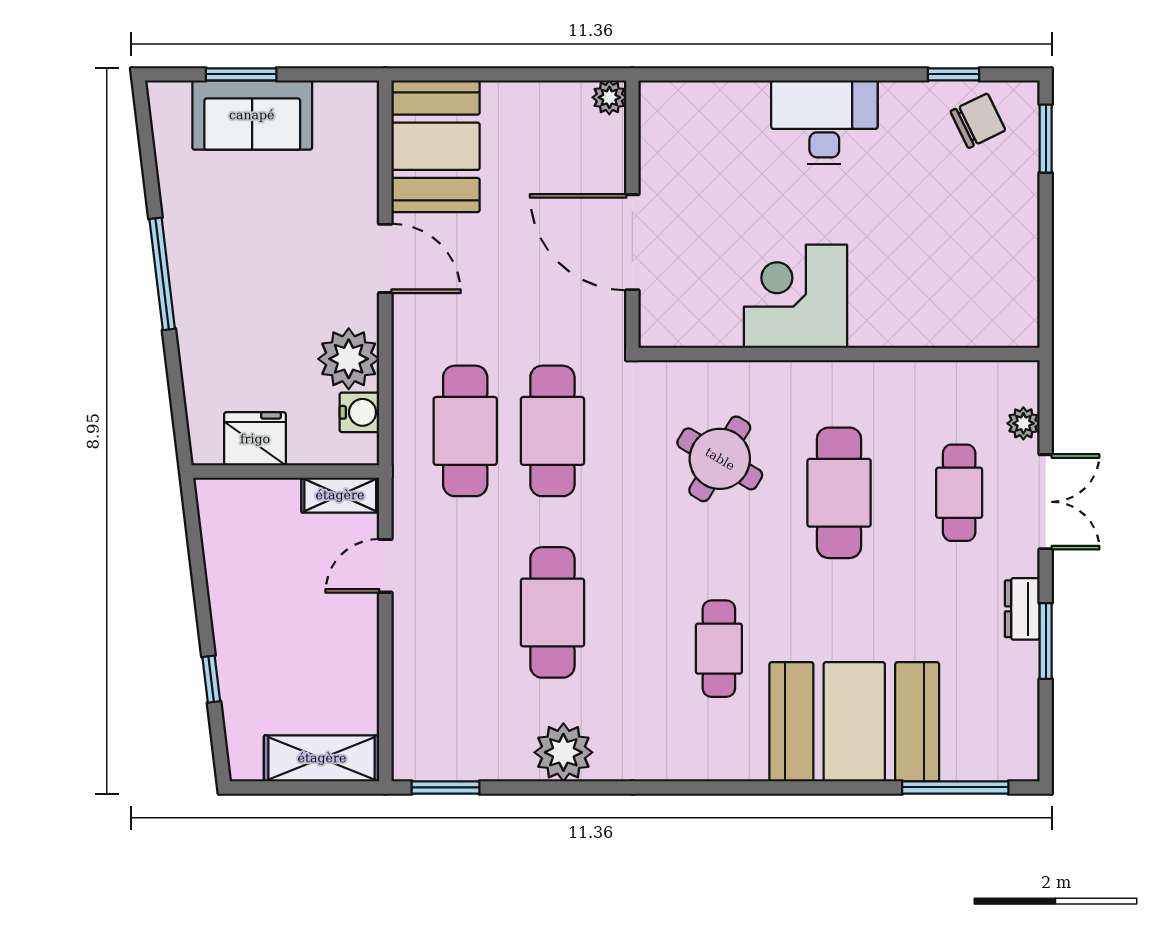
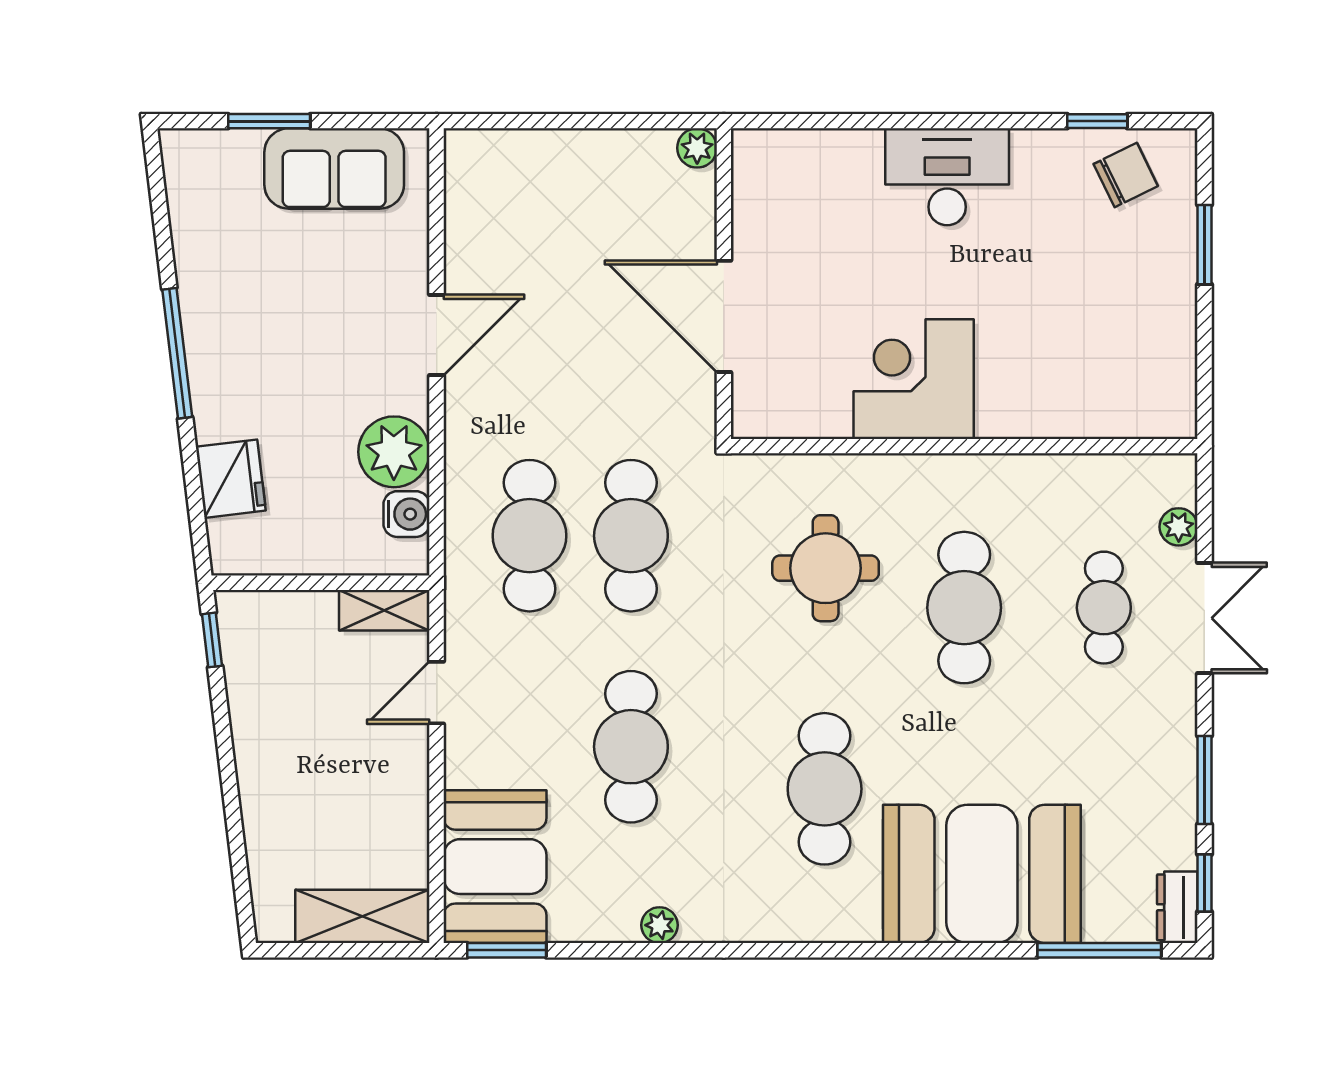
sofa: (252, 115) -> (334, 168), moved
window: (1046, 139) -> (1204, 245), moved
booth: (435, 146) -> (495, 867), moved
door: (385, 258) -> (437, 335), hinge flipped
fridge: (255, 439) -> (231, 479), moved, turned 83
round table: (720, 459) -> (826, 568), turned -31
dresser: (1022, 609) -> (1177, 907), moved
cafe table: (719, 649) -> (825, 789), width x1.37, depth x1.35
window: (211, 679) -> (212, 640), moved
window: (1046, 730) -> (1204, 883), added
plant: (563, 752) -> (659, 925), width x0.53, depth x0.53

